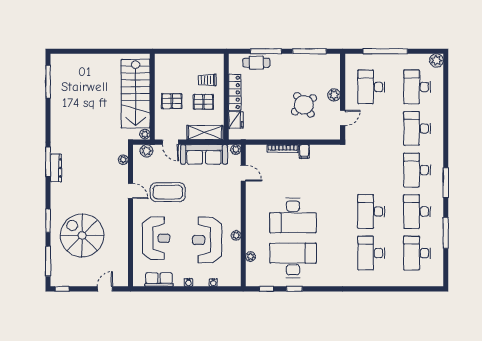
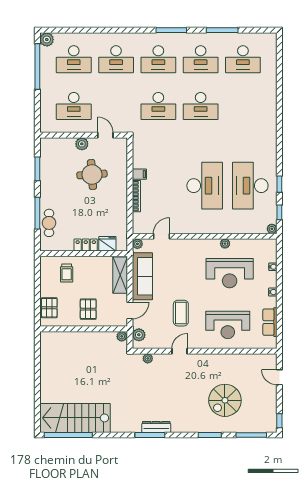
window: (309, 51) -> (37, 169), width x0.69
window: (385, 51) -> (37, 67), moved
window: (48, 82) -> (68, 435), width x1.46
locker: (235, 92) -> (86, 245), width x0.66
stairs: (136, 94) -> (75, 418), moved, turned 180
pallet: (203, 102) -> (49, 308), moved
round table: (304, 105) -> (92, 174), turned 33
coffee table: (168, 192) -> (181, 313), width x0.73, depth x0.76
spiral stairs: (82, 235) -> (225, 400), width x0.73, depth x0.73
reception desk: (156, 238) -> (228, 325), turned 180
desk: (371, 253) -> (158, 106), moved
plant: (251, 256) -> (272, 229), moved

